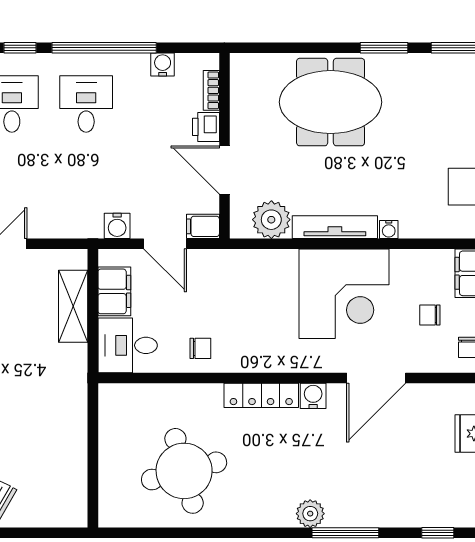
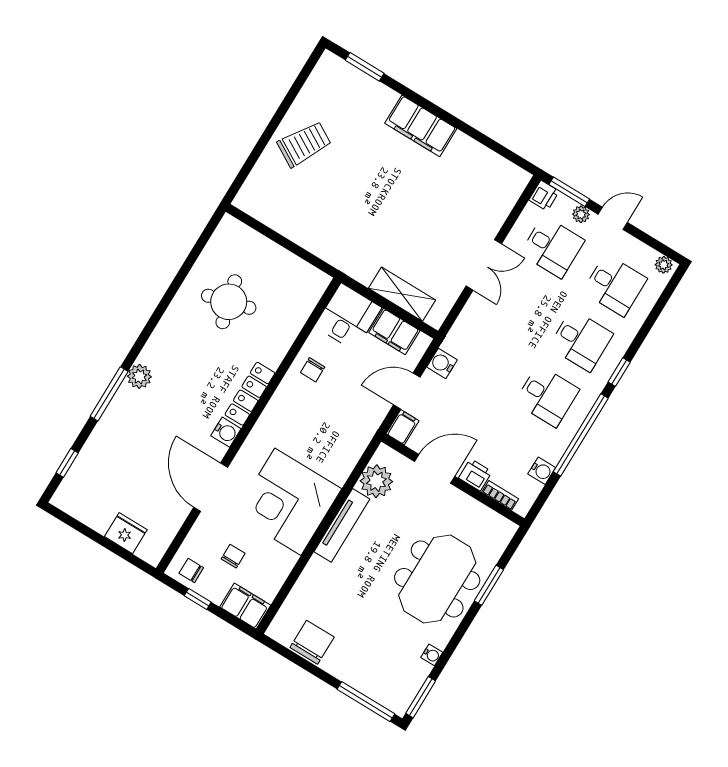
window: (384, 48) -> (489, 585), moved
water cooler: (389, 229) -> (432, 655), moved, turned 180
round table: (184, 471) -> (229, 302), width x0.73, depth x0.73

